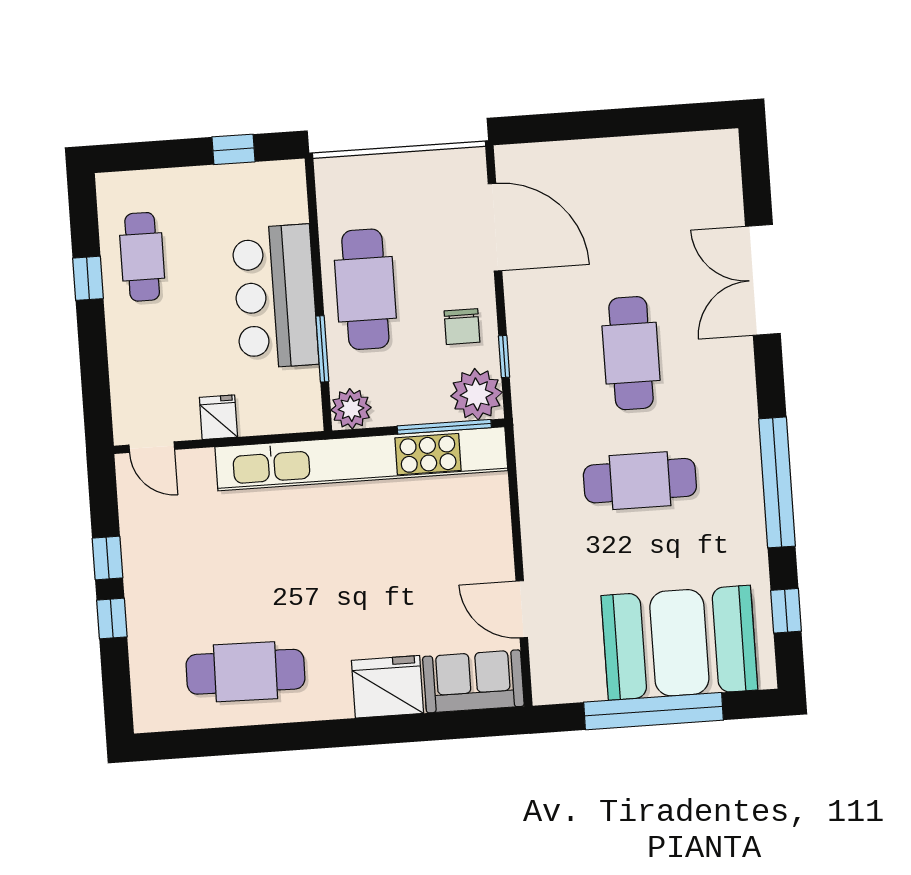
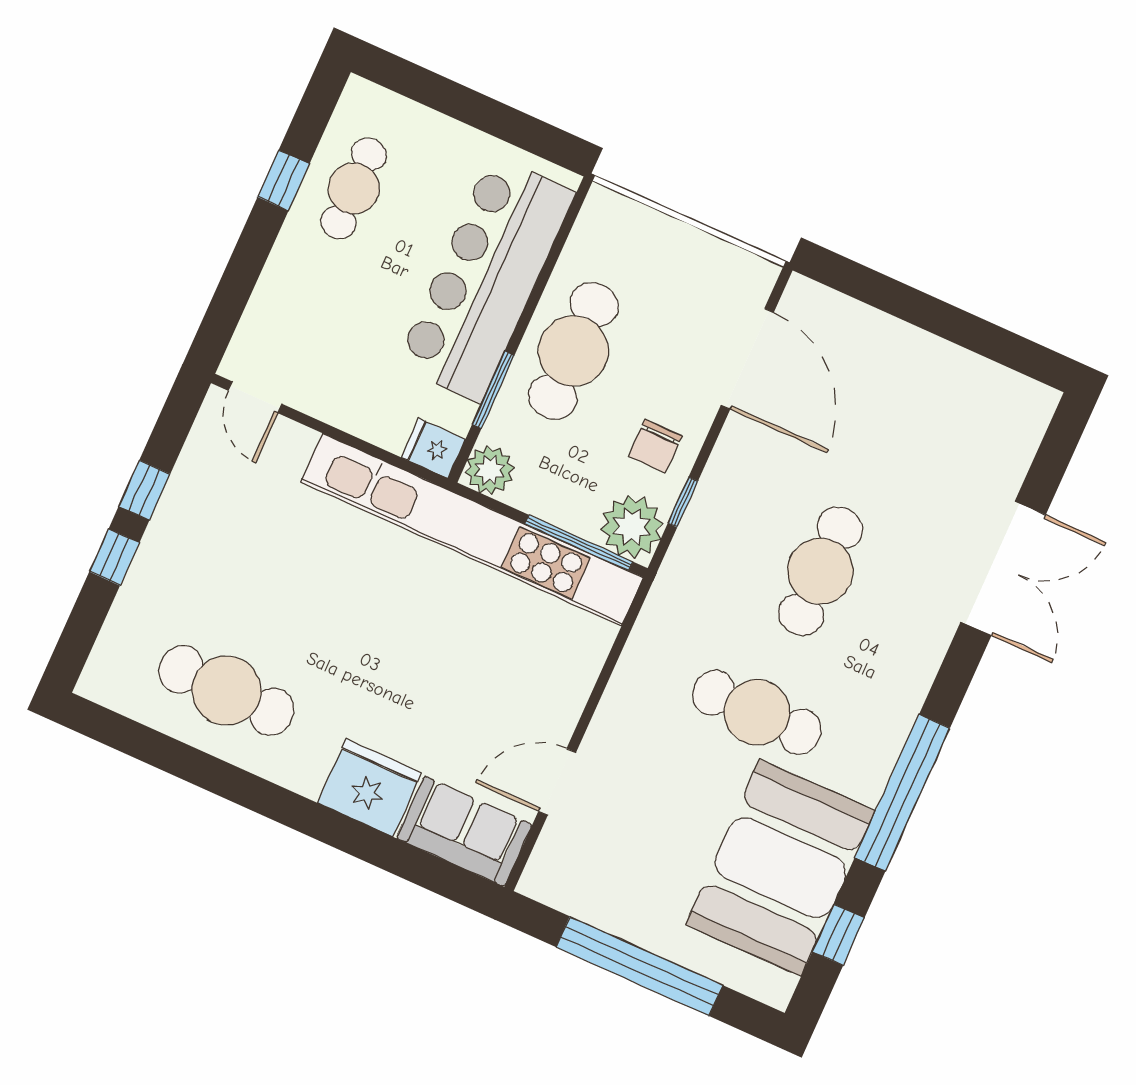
window: (233, 149) -> (513, 126), removed
double door: (763, 280) -> (1003, 568), swing flipped
bar counter: (275, 297) -> (486, 279), width x1.36
fridge: (218, 417) -> (433, 448), moved, turned -90
door: (522, 609) -> (557, 782), hinge flipped
booth: (679, 643) -> (780, 868), moved, turned 90

